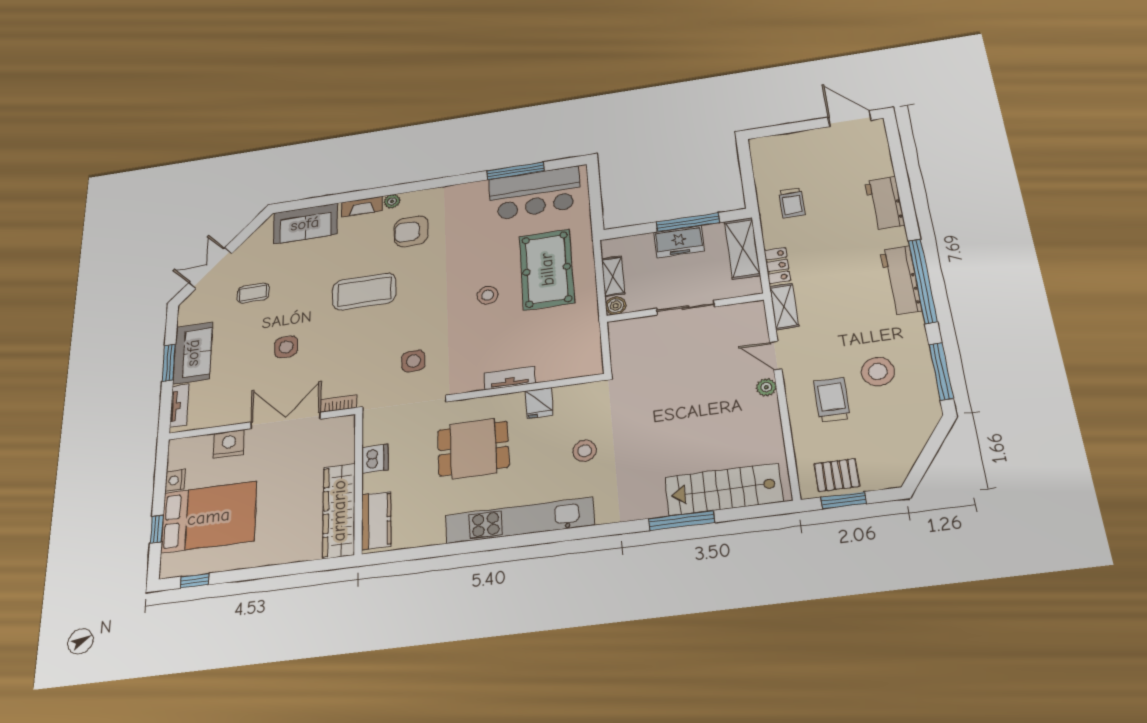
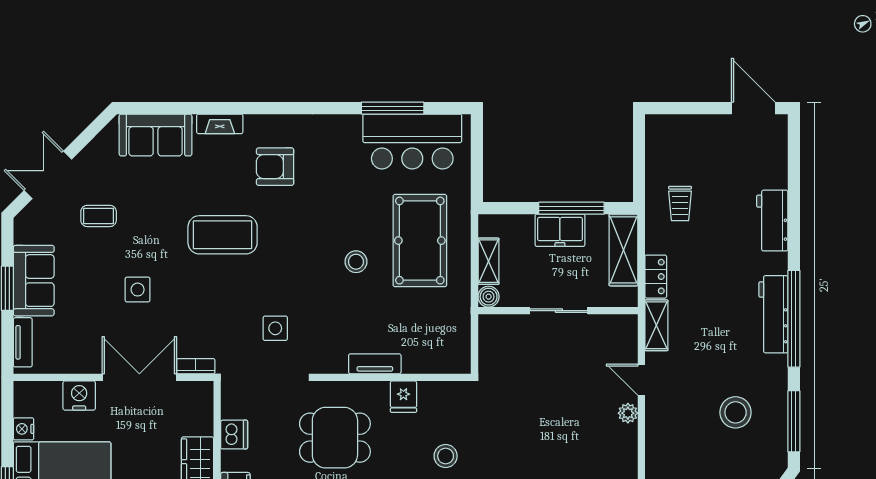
plant: (392, 201) -> (254, 123), removed
trolley: (832, 400) -> (688, 436), removed

